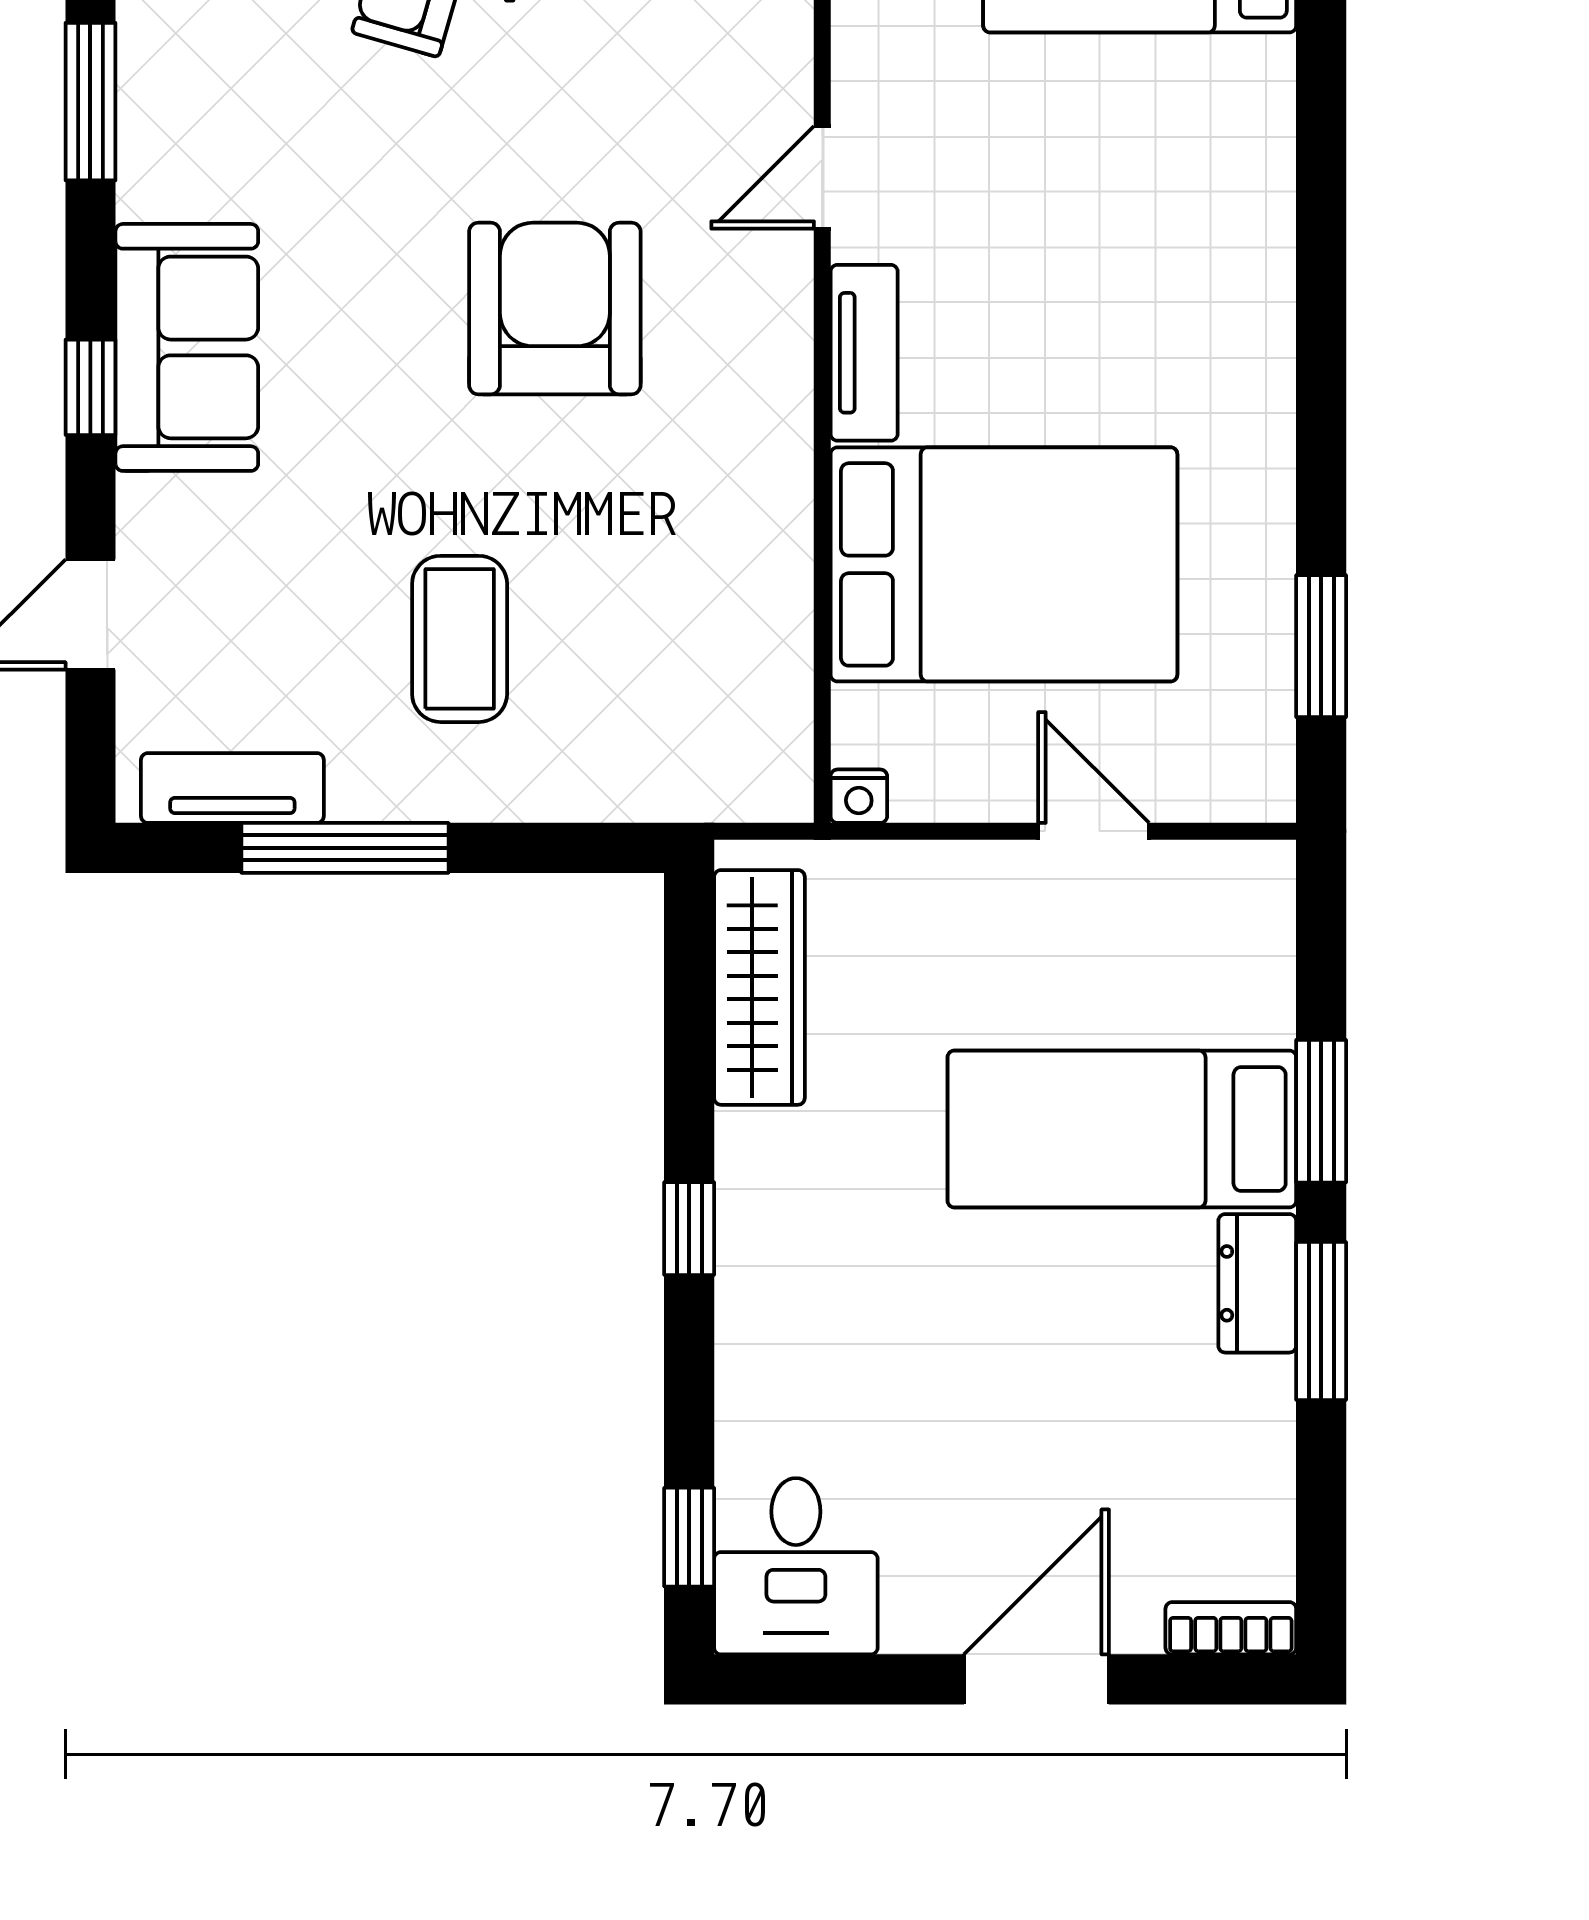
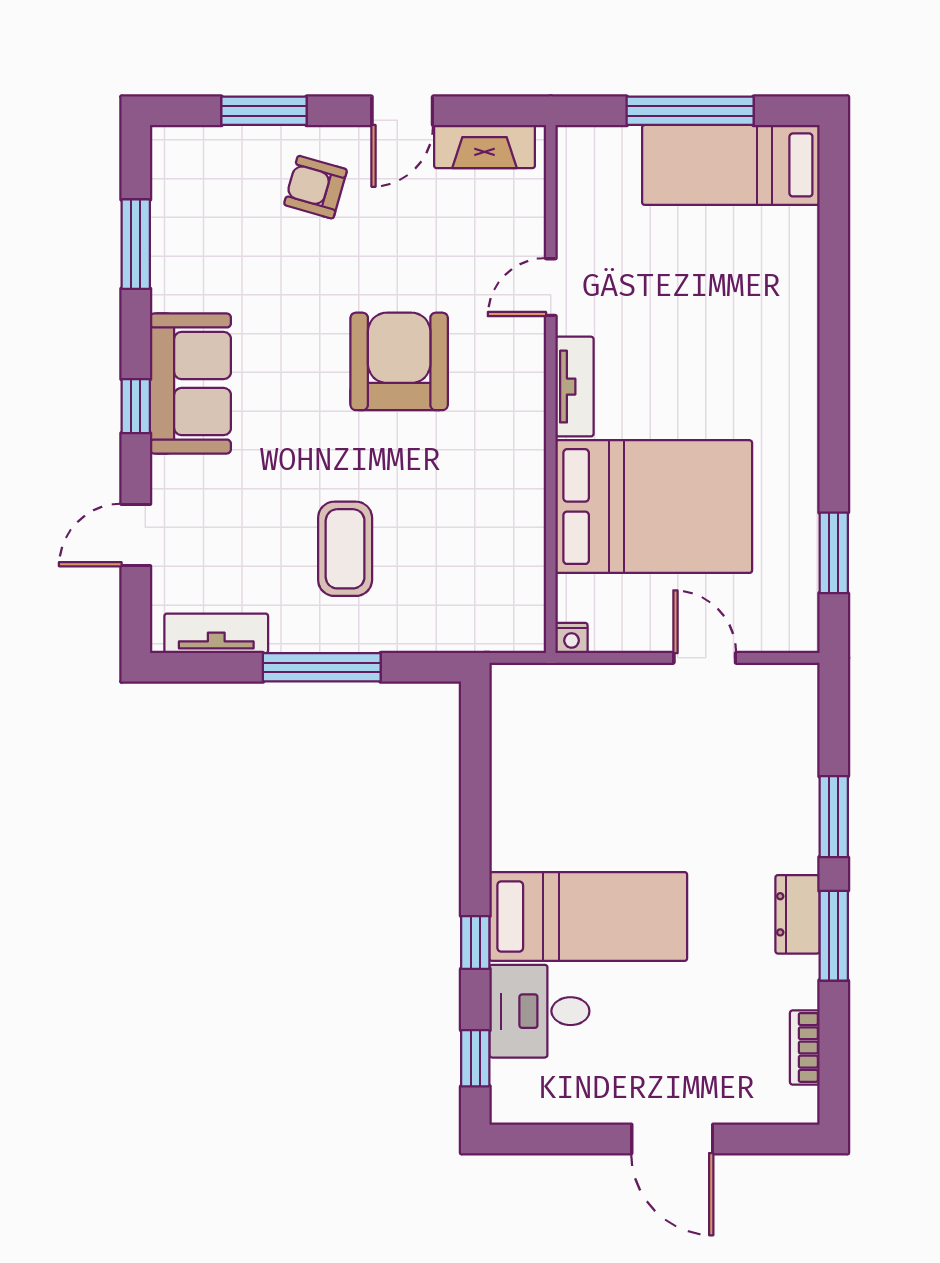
window: (345, 848) -> (322, 667), moved
wardrobe: (759, 987) -> (515, 747), removed
bed: (1122, 1129) -> (588, 917), moved, turned 180
window: (689, 1229) -> (475, 942), moved
desk: (796, 1566) -> (539, 1011), moved, turned 90
bookcase: (1231, 1628) -> (805, 1047), moved, turned -90
door: (1036, 1679) -> (672, 1139), swing flipped

